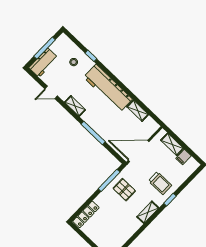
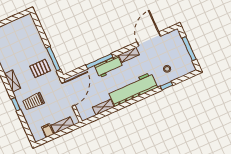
workbench: (43, 63) -> (109, 66), moved, turned -90
door: (51, 92) -> (149, 39), width x1.87
locker: (86, 214) -> (32, 27), removed

